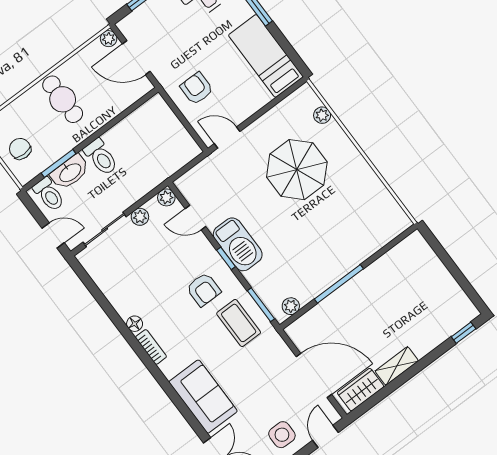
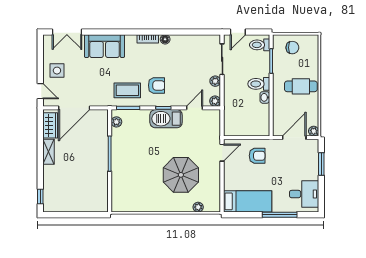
washbasin: (70, 172) -> (265, 97), moved, width x0.52, depth x0.69
armchair: (204, 290) -> (156, 85), turned 180

